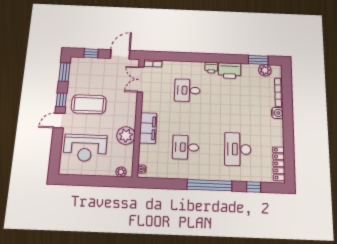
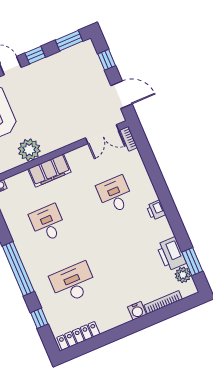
printer: (230, 71) -> (171, 254), moved
double door: (141, 80) -> (102, 134), swing flipped
coffee table: (89, 104) -> (45, 89), removed

